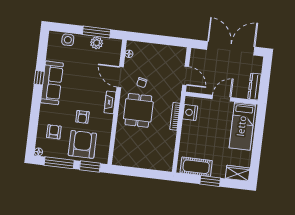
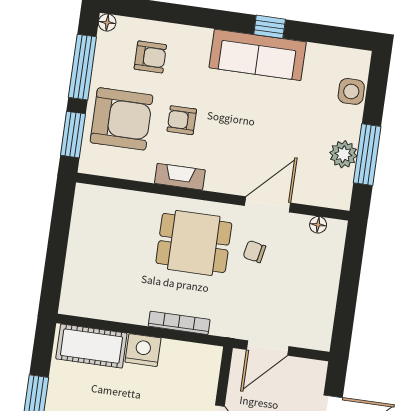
fireplace: (110, 102) -> (180, 177), moved
nightstand: (190, 112) -> (143, 350), moved
cot: (196, 167) -> (91, 346), moved, turned 90

